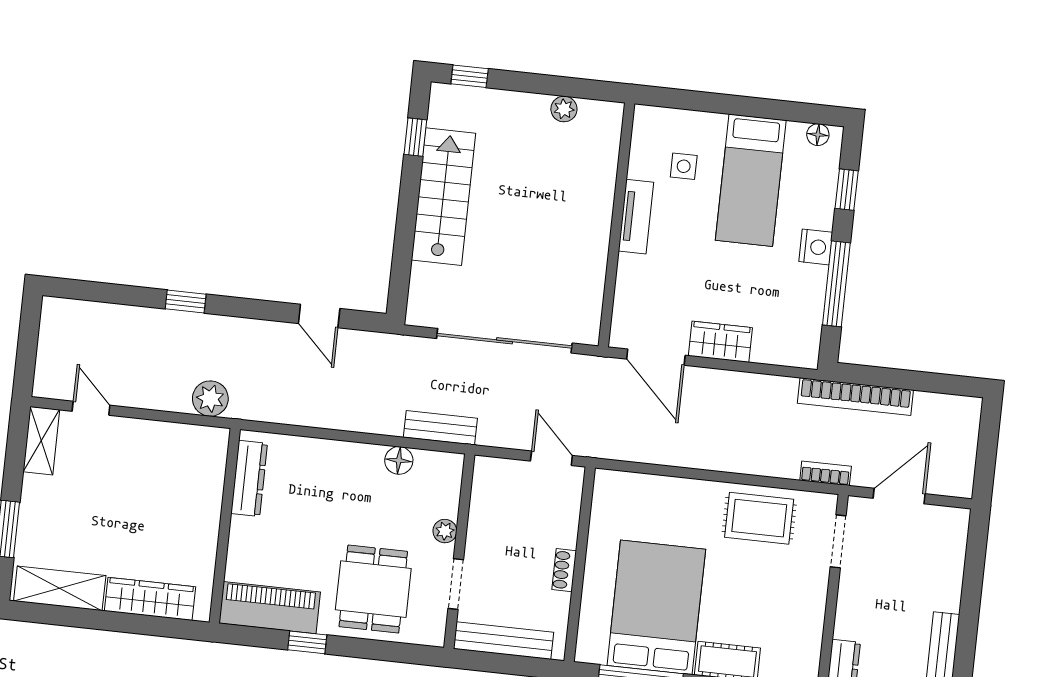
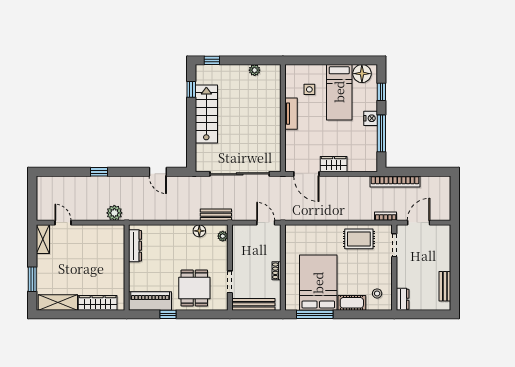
floor lamp: (818, 135) -> (362, 74), width x1.89, depth x1.89
plant: (445, 531) -> (223, 236), moved
stool: (787, 647) -> (377, 293), added

